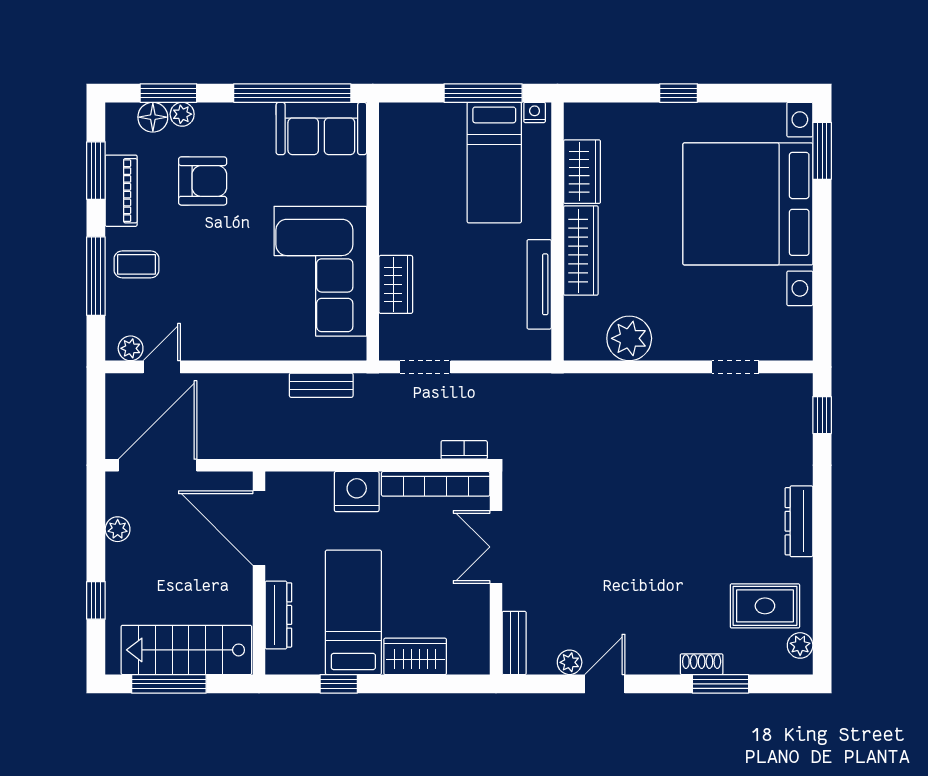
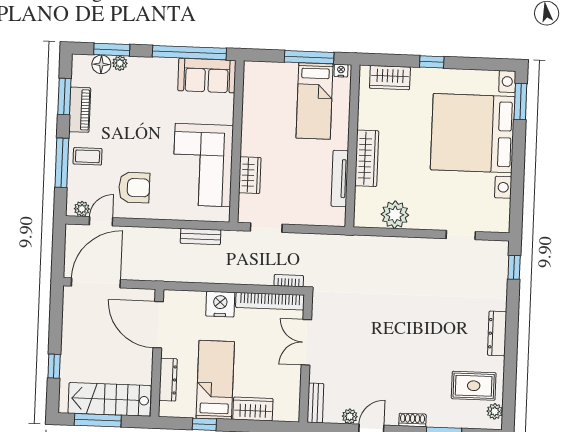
wardrobe: (582, 172) -> (390, 78), moved, turned 90
armchair: (203, 181) -> (134, 188), moved
plant: (118, 529) -> (69, 322), removed
shoe rack: (702, 664) -> (412, 420), moved

